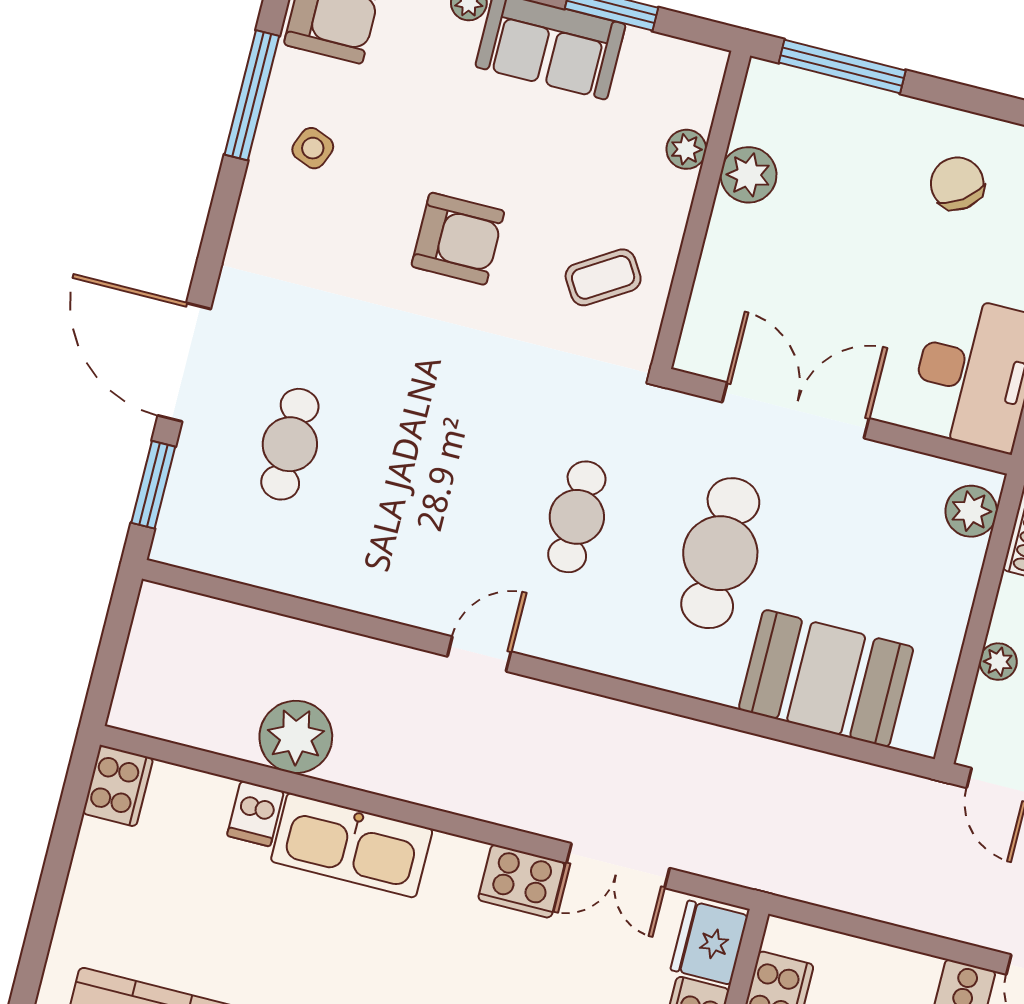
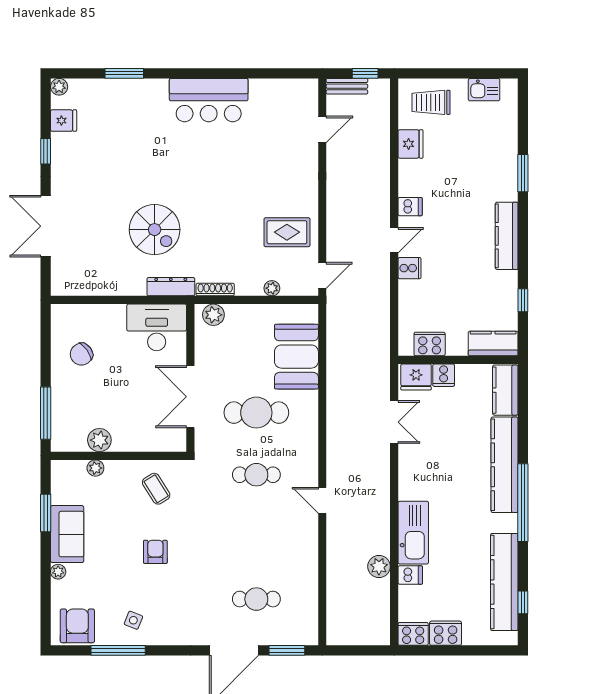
armchair: (458, 239) -> (155, 552), width x0.72, depth x0.72
plant: (296, 737) -> (379, 566), width x0.73, depth x0.73
cooker: (521, 881) -> (446, 633), moved, turned -90

